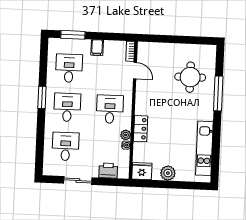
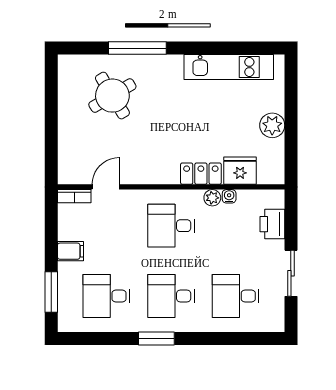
round table: (190, 77) -> (112, 96), turned -31
fridge: (142, 171) -> (240, 171), moved, turned 90

